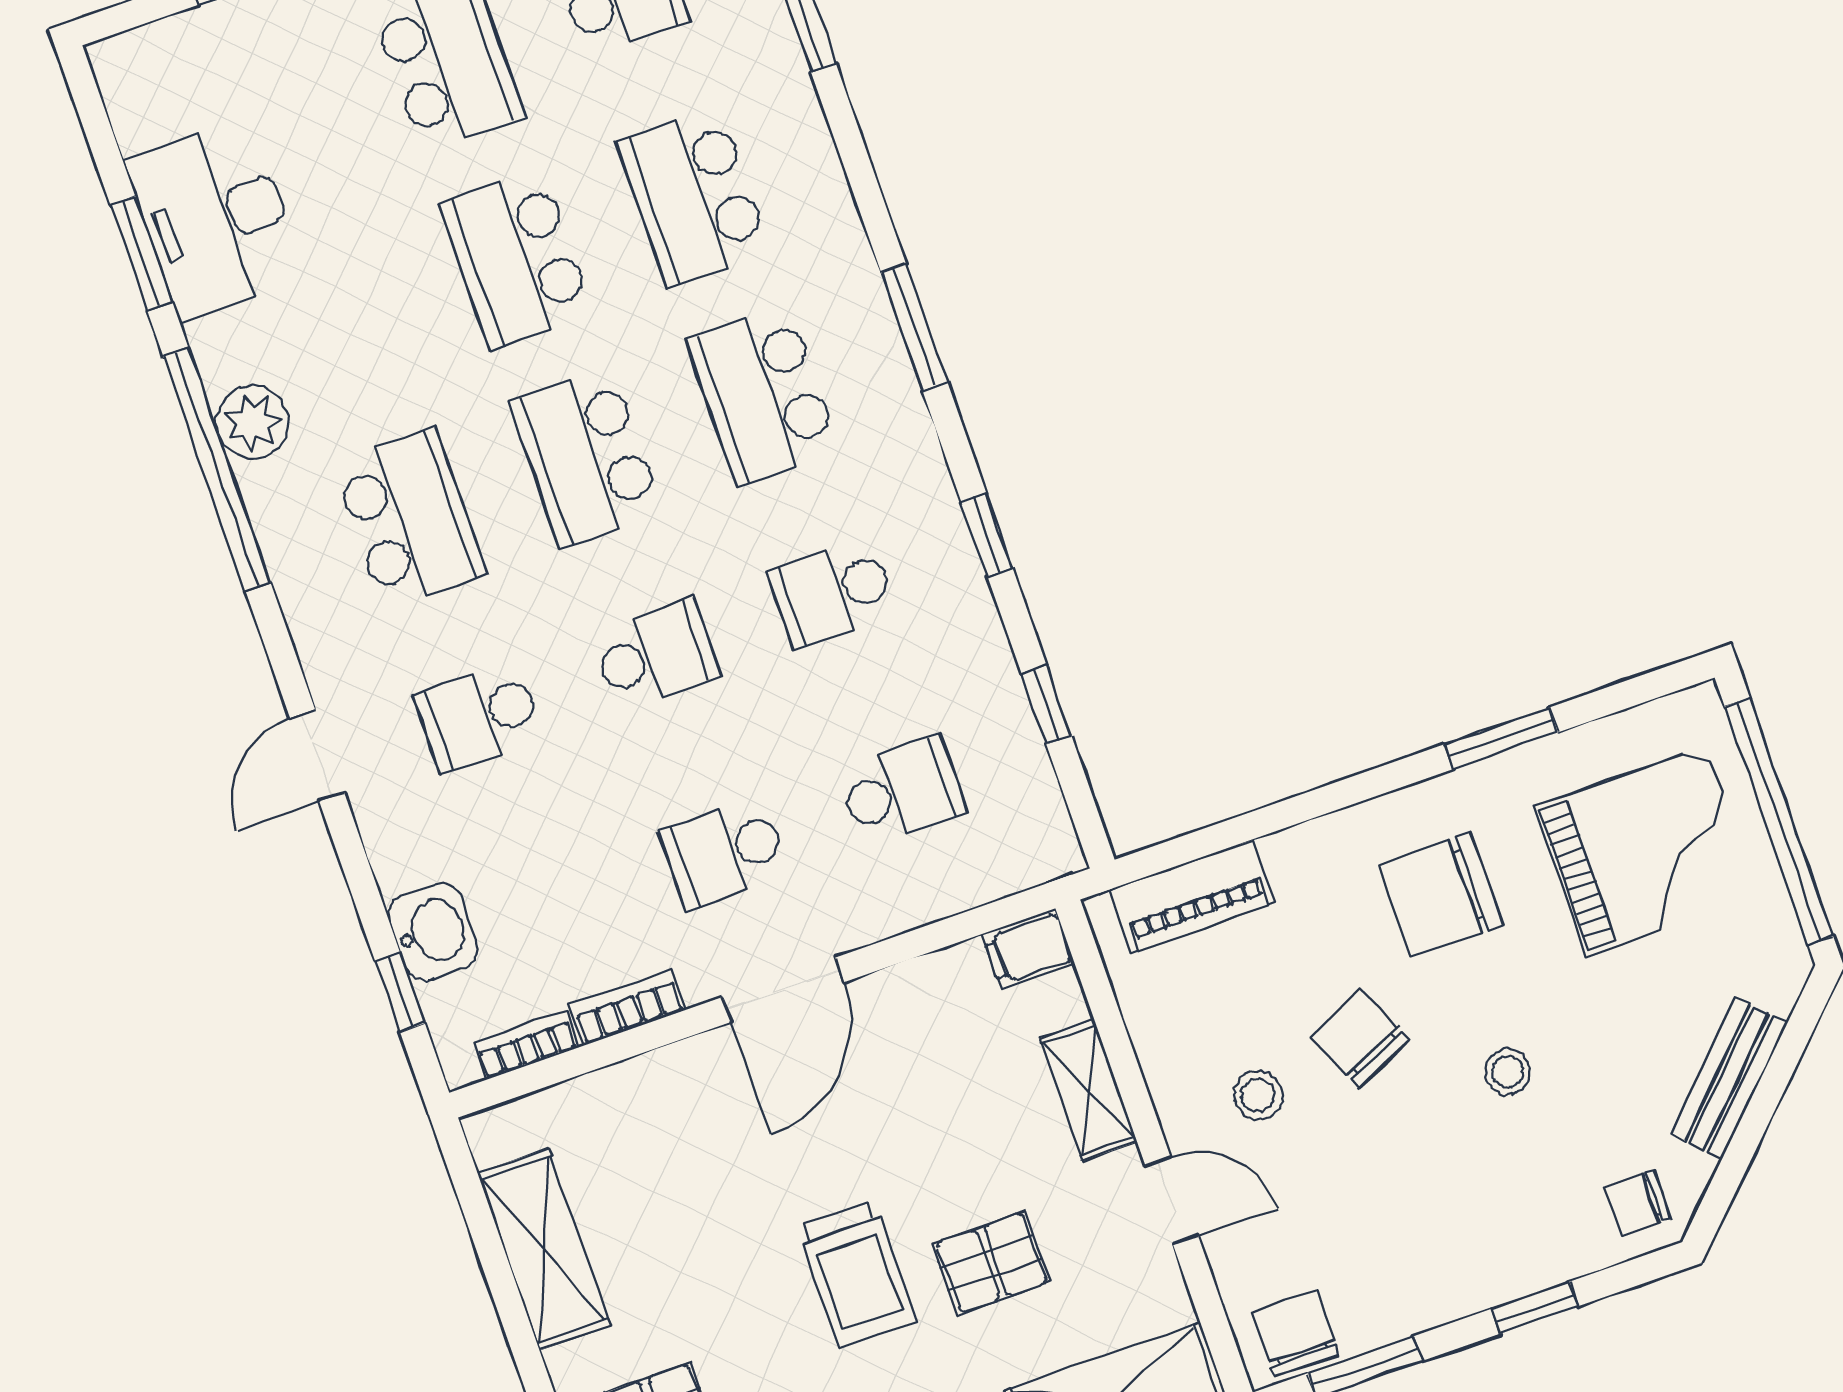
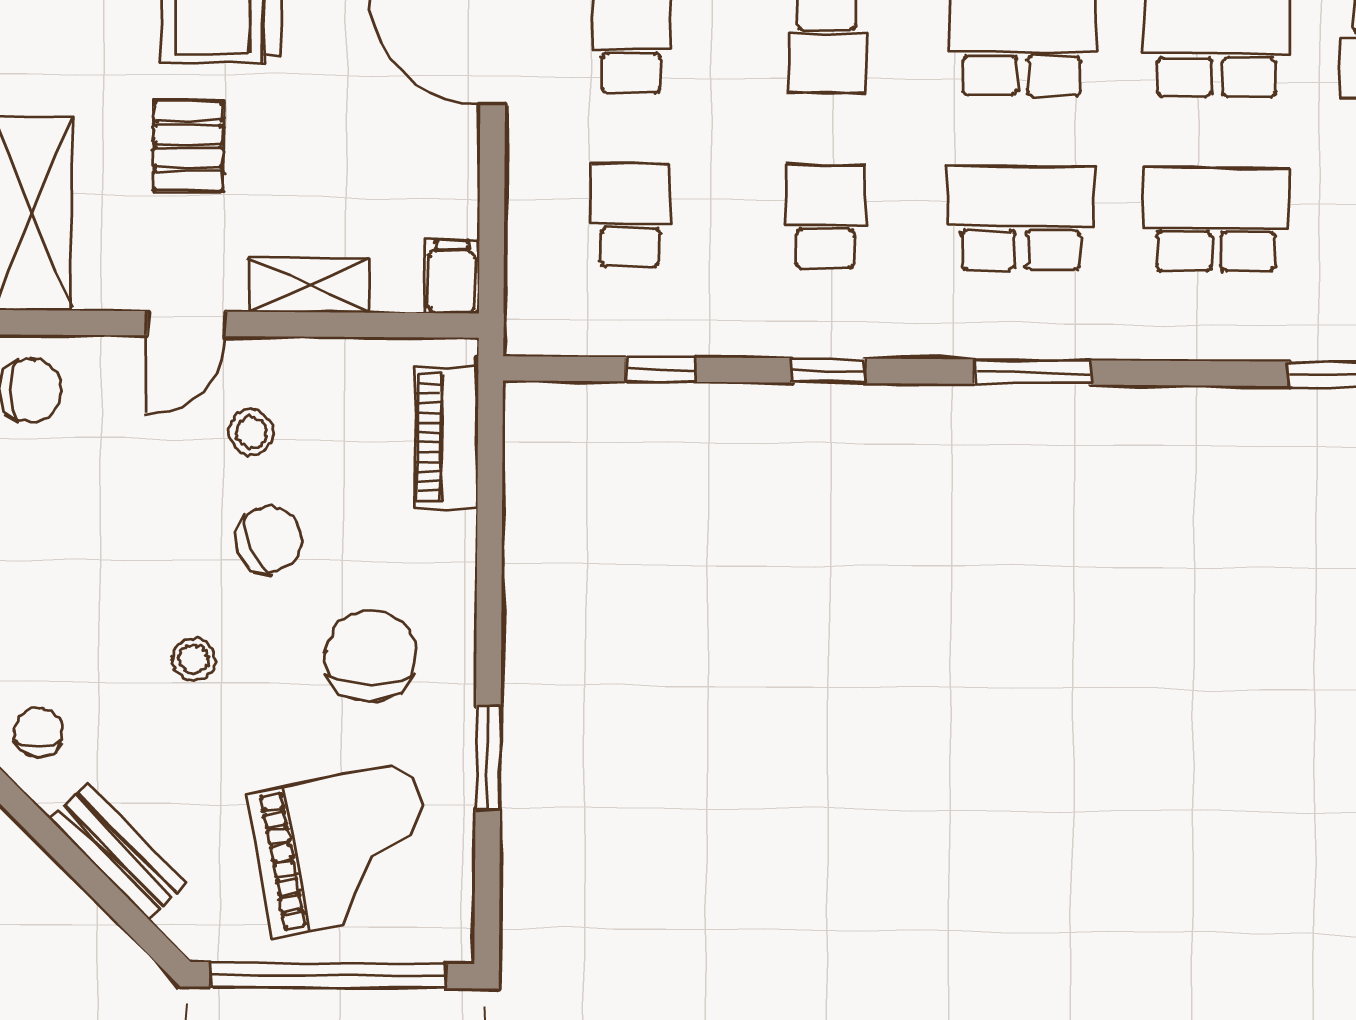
school desk: (901, 791) -> (630, 215), turned 180
grand piano: (1647, 851) -> (344, 850), turned -101

